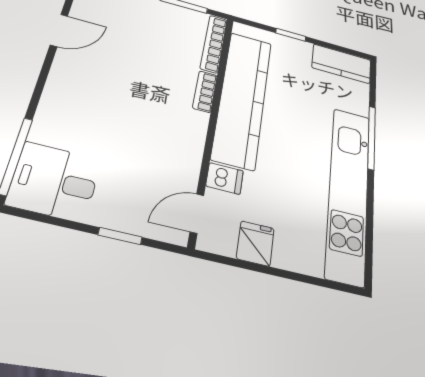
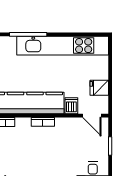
bookcase: (205, 92) -> (43, 122), moved

